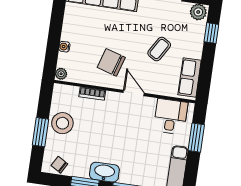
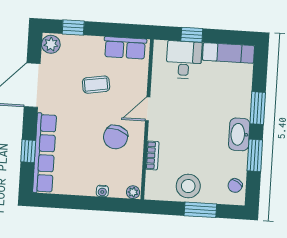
coffee table: (159, 49) -> (96, 85), turned -40
desk: (171, 117) -> (184, 60), moved, turned 90
window: (196, 138) -> (192, 35), width x0.67

